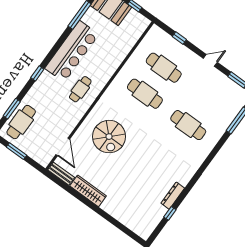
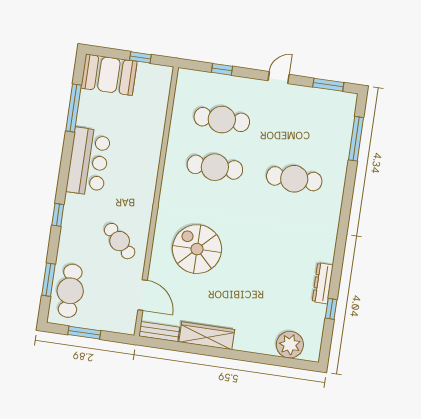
bar counter: (72, 51) -> (88, 162), width x0.73
cafe table: (80, 89) -> (120, 241), moved, turned -45
spiral stairs: (109, 137) -> (197, 249), turned 180
plant: (134, 222) -> (290, 345), added

